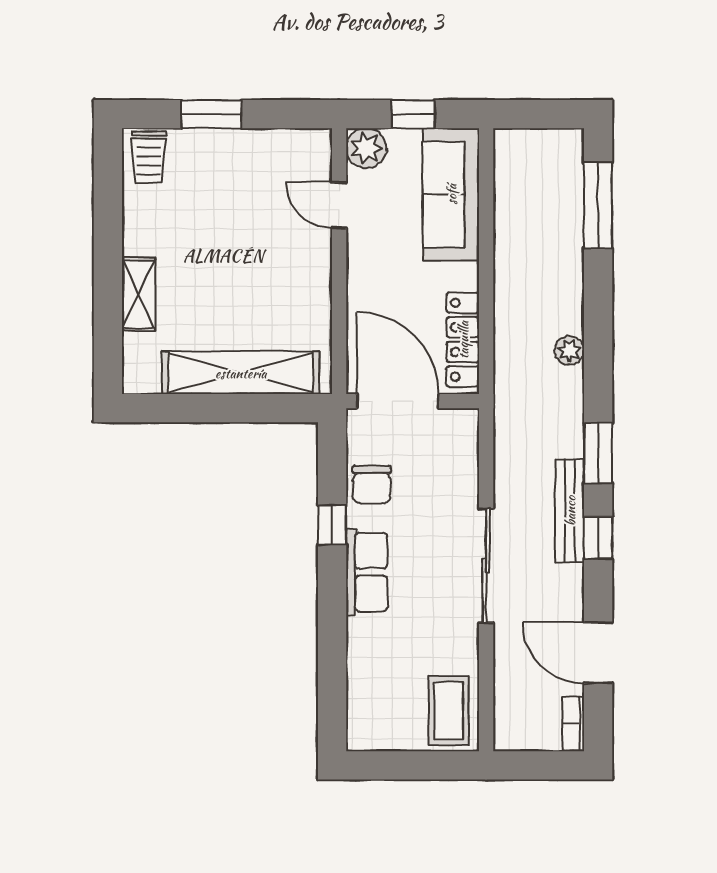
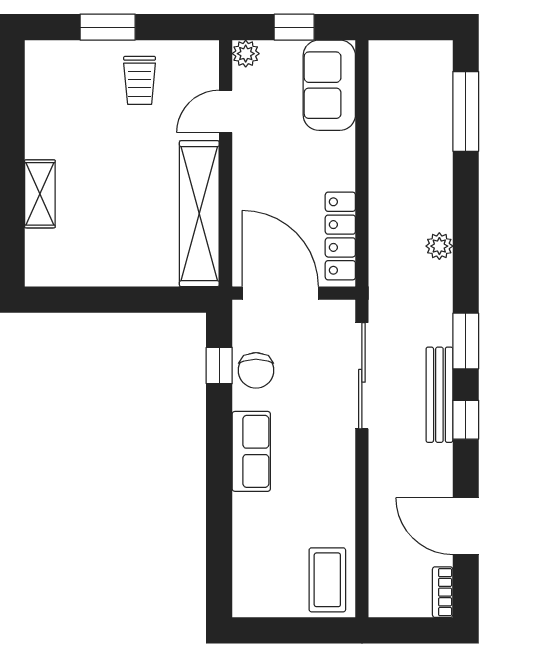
plant: (366, 148) -> (246, 54), width x0.73, depth x0.73
trolley: (149, 157) -> (140, 80), moved
sofa: (451, 194) -> (329, 85), width x0.73
door: (339, 205) -> (226, 111), hinge flipped
shelving: (241, 373) -> (199, 214), moved, turned 90
window: (332, 525) -> (219, 366), moved
sliding door: (486, 566) -> (362, 376), moved

